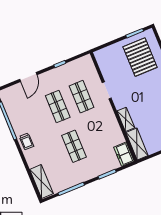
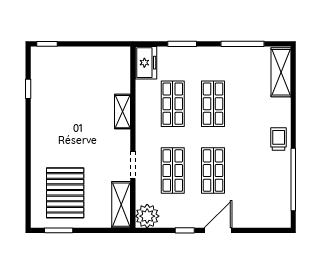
plant: (86, 63) -> (147, 216), added
door: (28, 77) -> (218, 230), moved
shop shelf: (98, 136) -> (173, 104), added
shelving: (137, 144) -> (121, 205), moved

